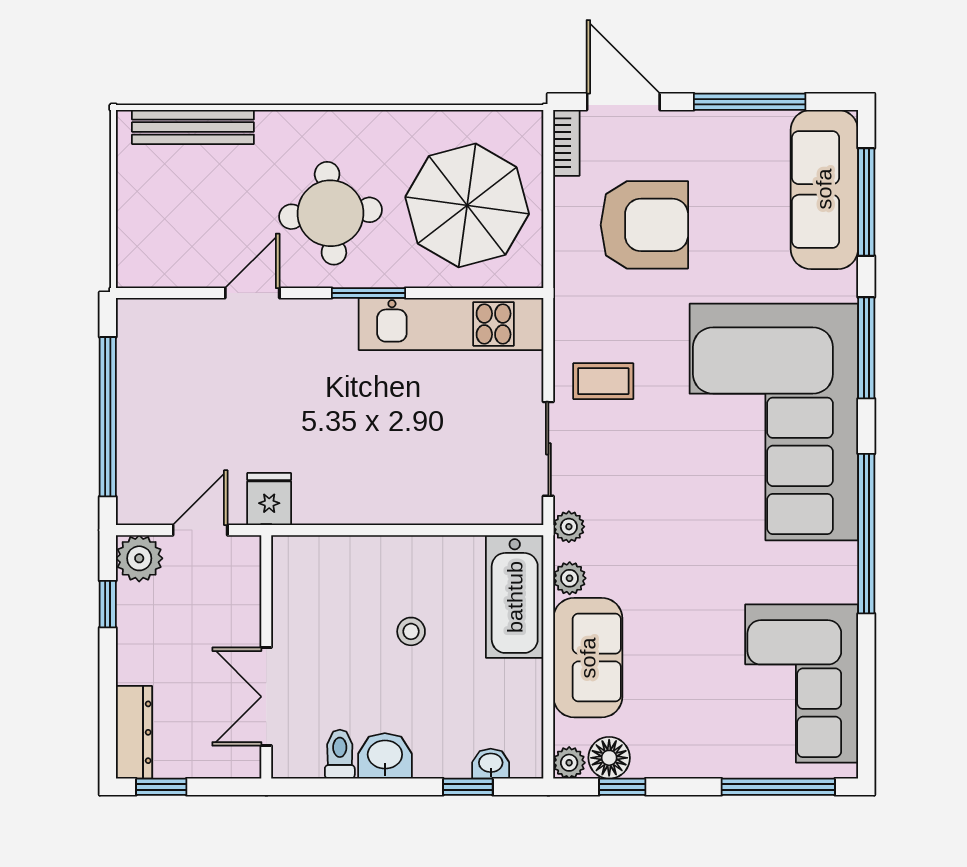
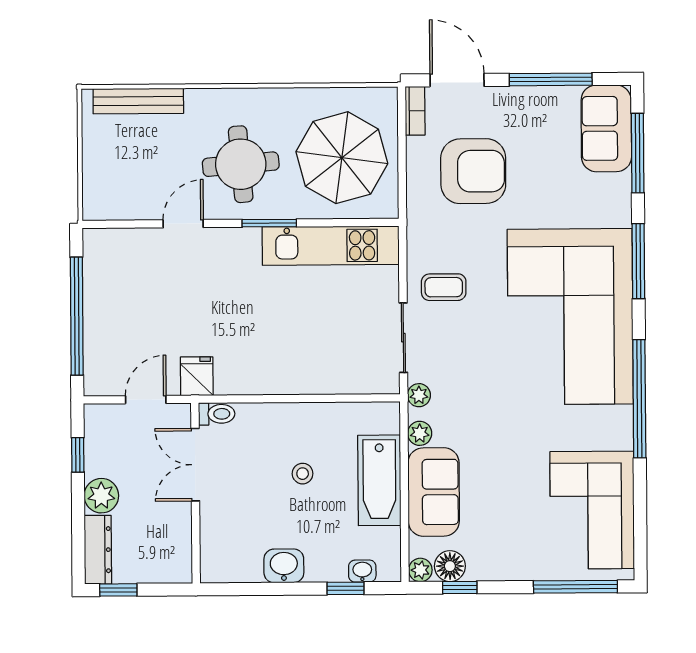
sofa: (824, 189) -> (606, 128), width x0.73
plant: (139, 558) -> (101, 496), moved
bathtub: (515, 597) -> (379, 480), moved
double door: (266, 697) -> (195, 465), moved
toilet: (340, 754) -> (217, 414), moved, turned 90

